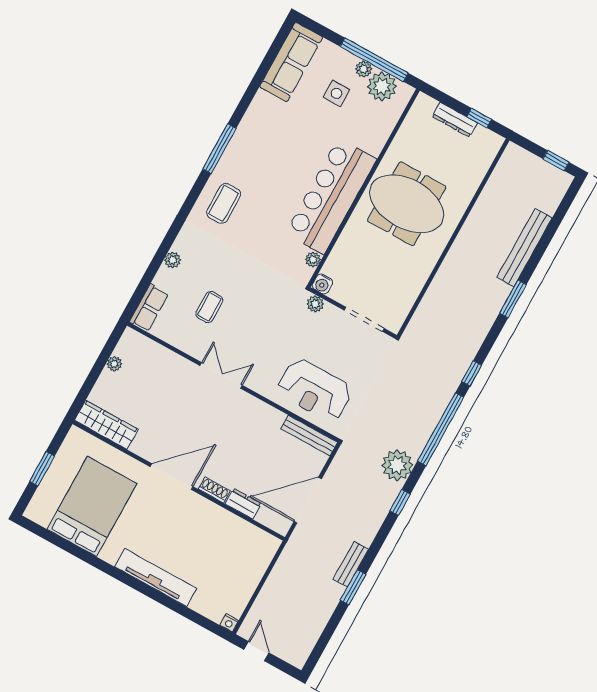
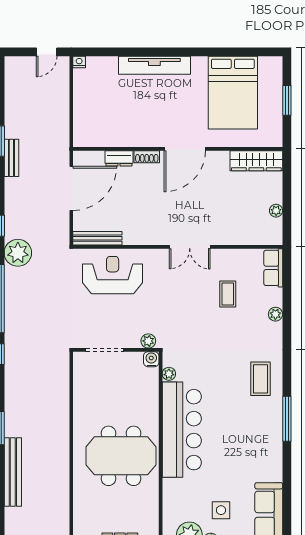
door: (256, 651) -> (47, 52), hinge flipped

